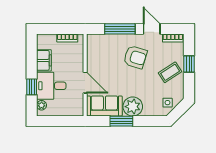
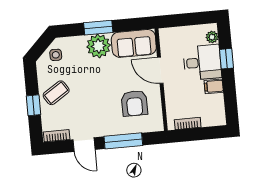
armchair: (135, 57) -> (134, 103), moved, turned -107
filing cabinet: (44, 60) -> (214, 86), width x0.50
window: (121, 121) -> (98, 28), moved

